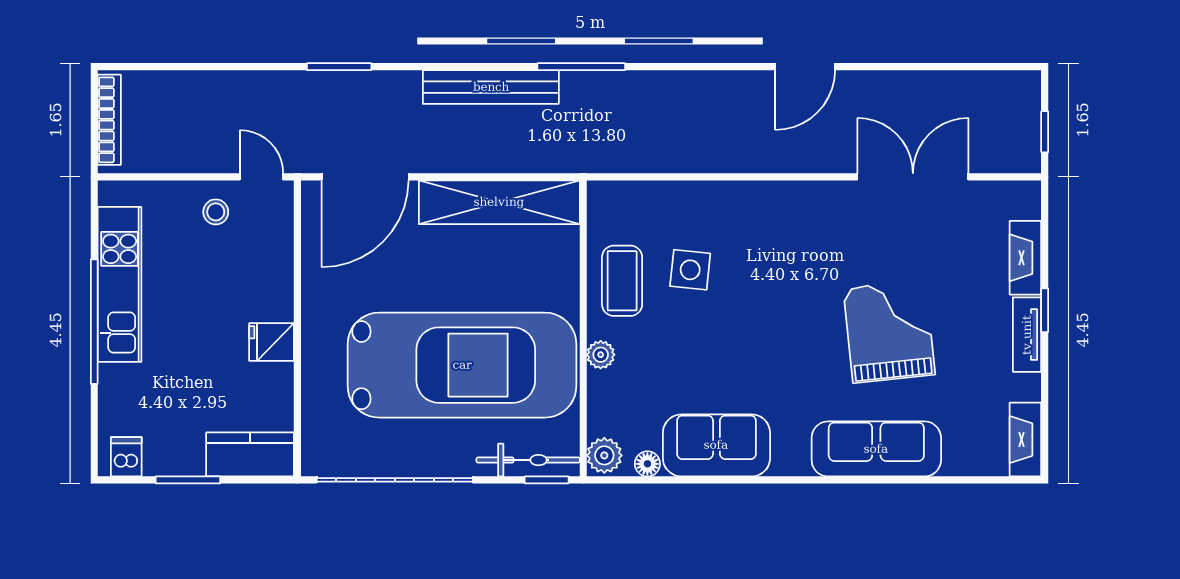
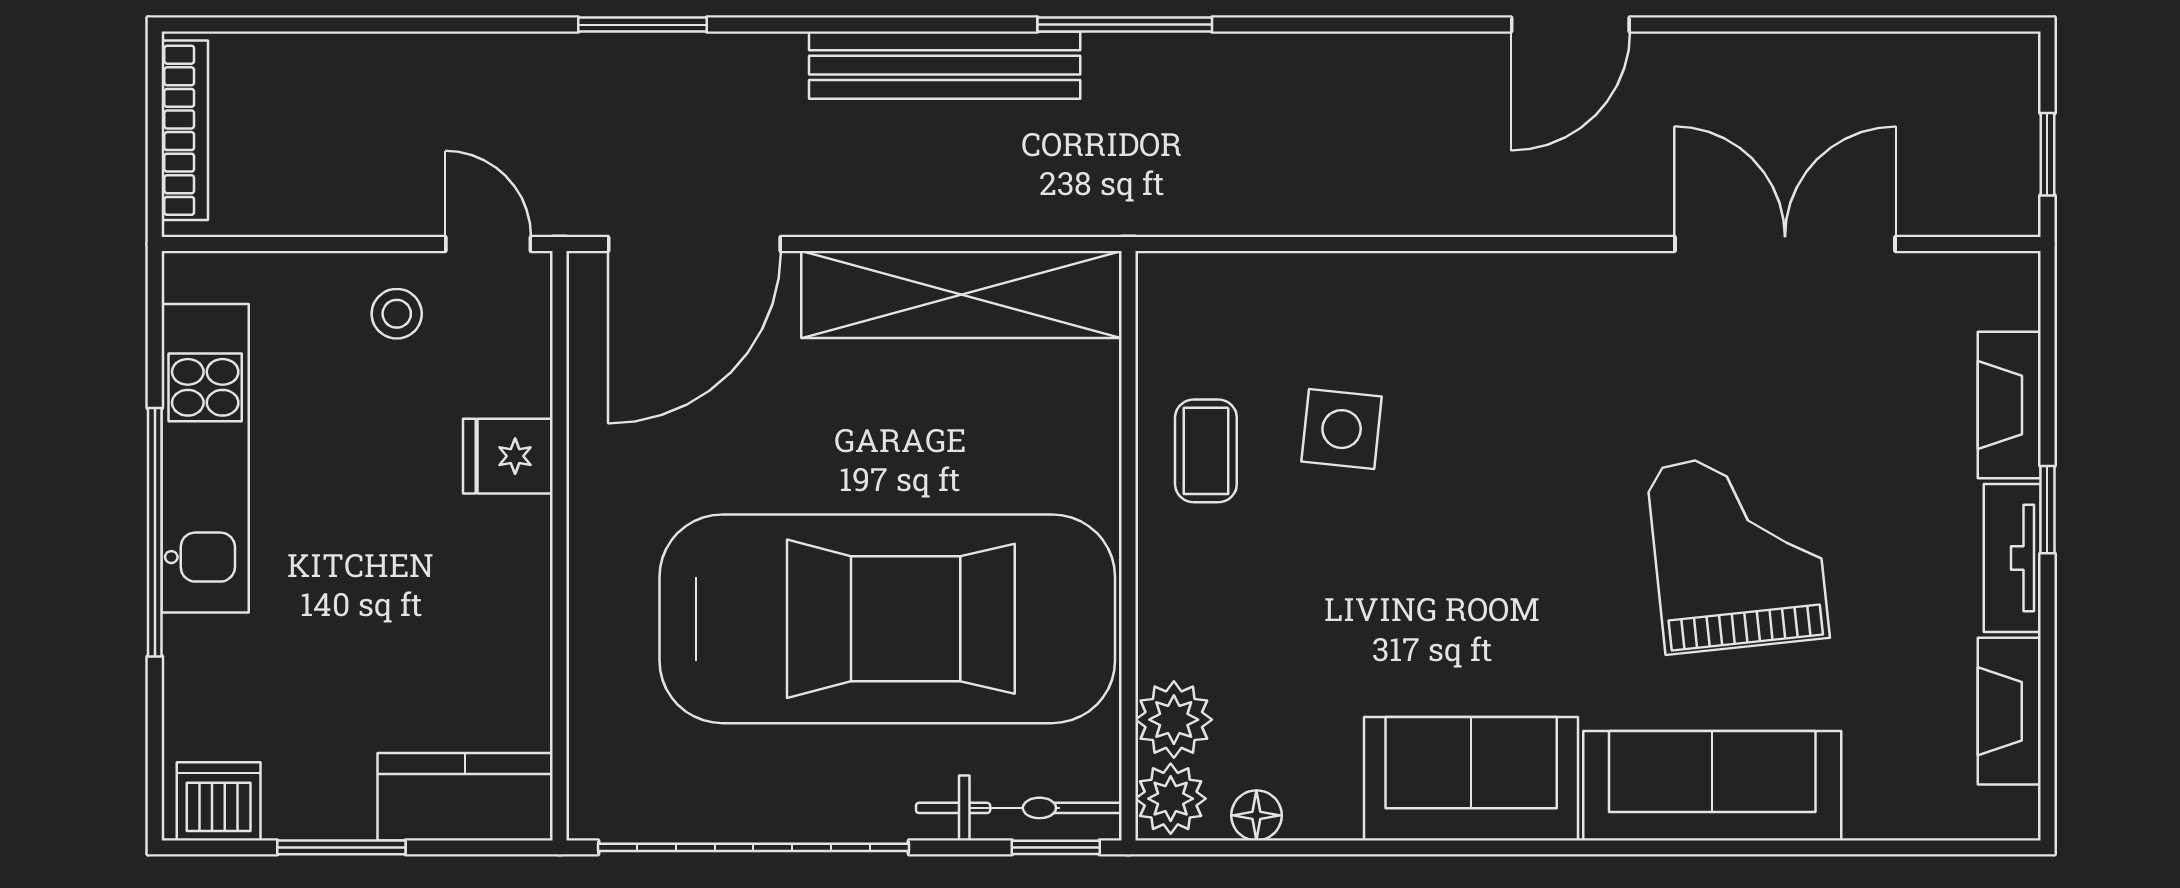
coffee table: (622, 281) -> (1206, 451), width x0.73, depth x0.77
fridge: (272, 342) -> (508, 456), moved
plant: (601, 355) -> (1174, 720), moved, width x1.38, depth x1.38
fireplace: (1025, 440) -> (2009, 711), moved
sofa: (716, 445) -> (1471, 779), moved
dishwasher: (126, 457) -> (219, 801), width x1.38

